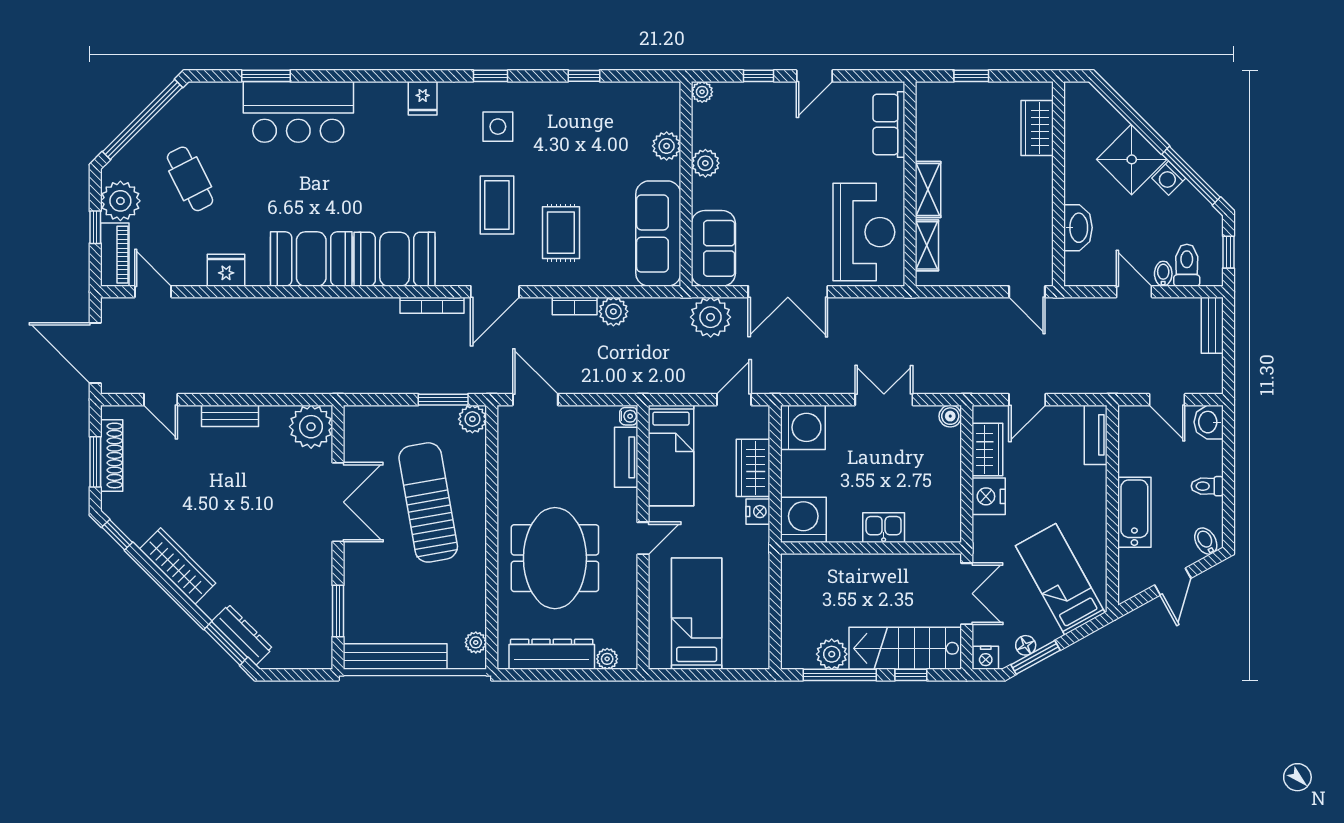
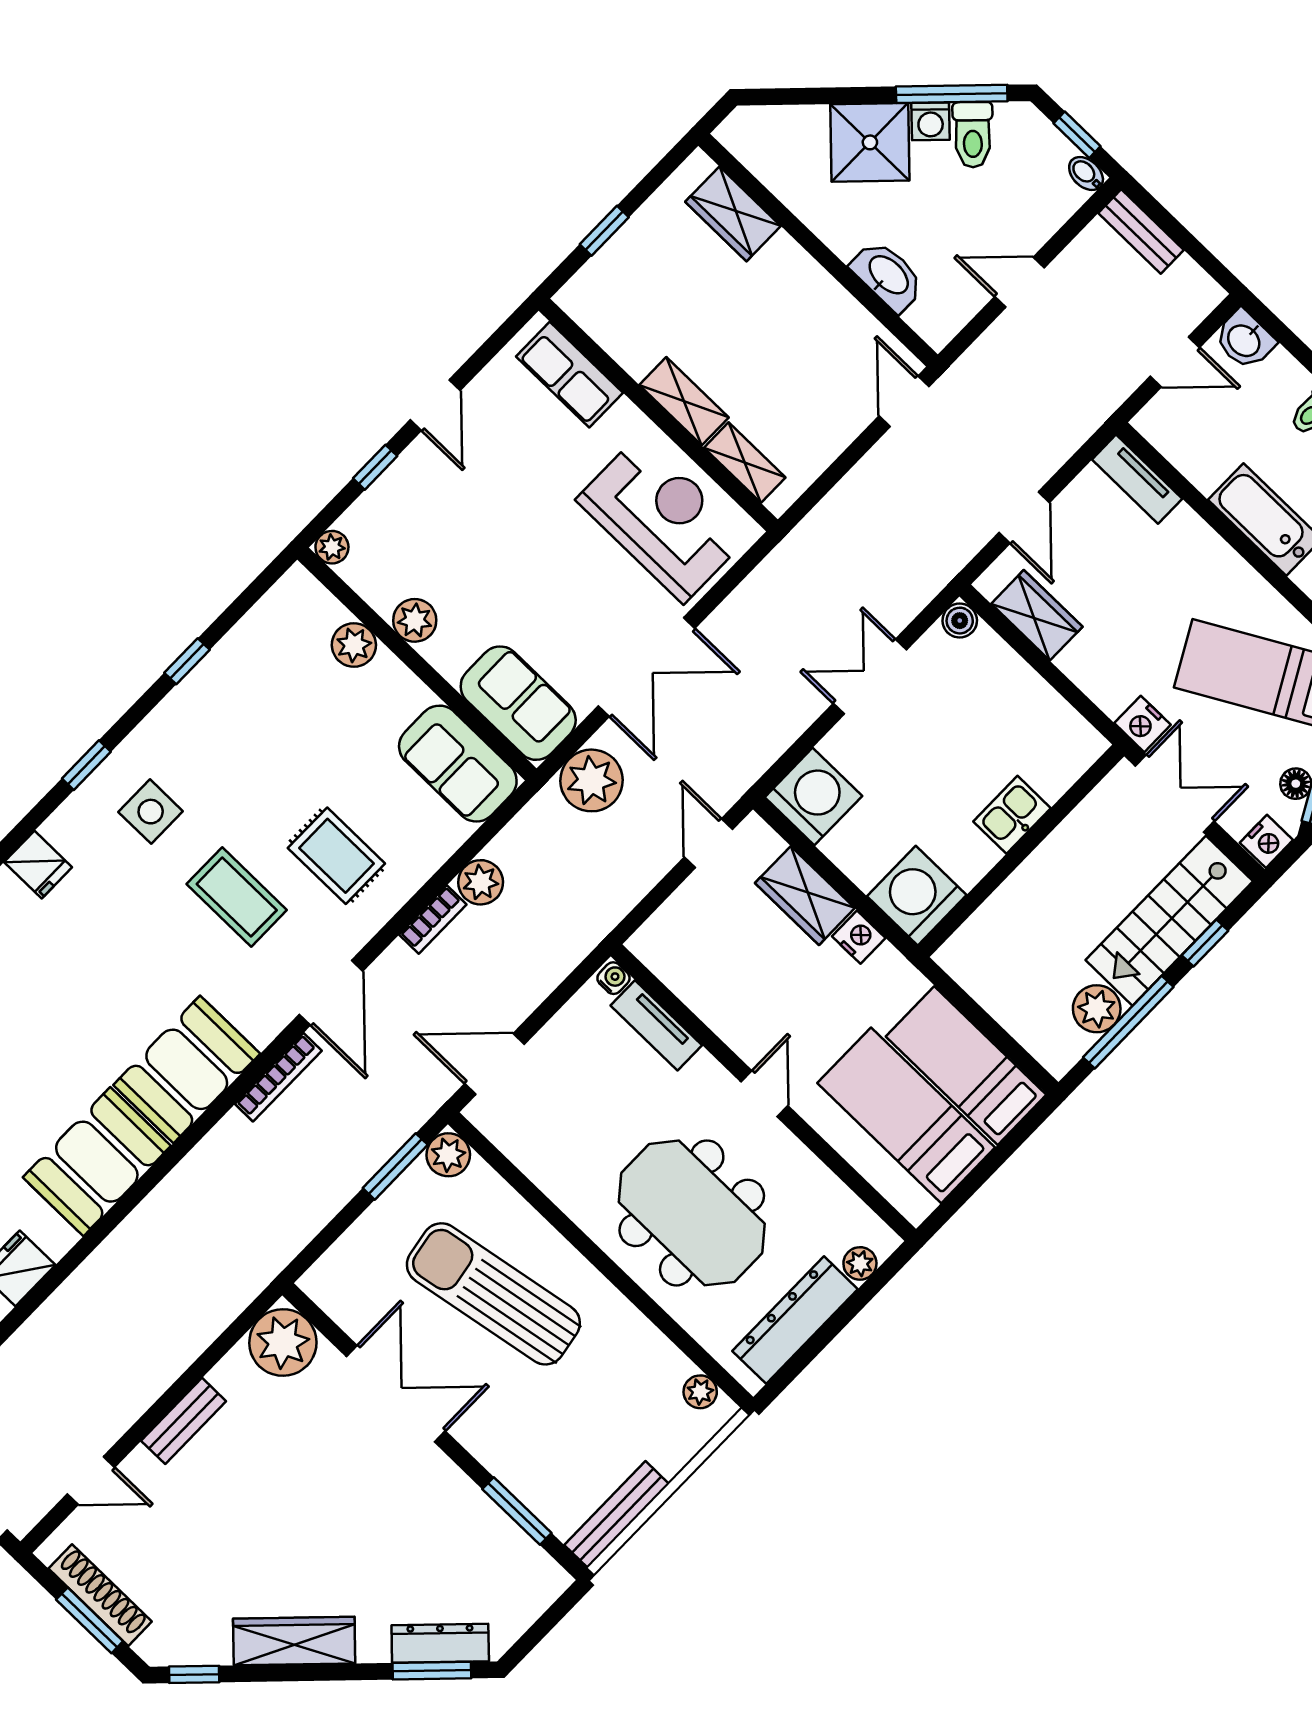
sofa: (658, 234) -> (458, 764), width x0.73
toilet: (1187, 265) -> (973, 135), moved, turned -135
bidet: (1163, 274) -> (1086, 174), moved
door: (1027, 292) -> (904, 401), swing flipped
bed: (671, 455) -> (966, 1066), moved, turned 180
nightstand: (989, 496) -> (1143, 724), moved, width x0.74, depth x0.75
bench: (395, 657) -> (617, 1514), width x0.73, depth x0.82

